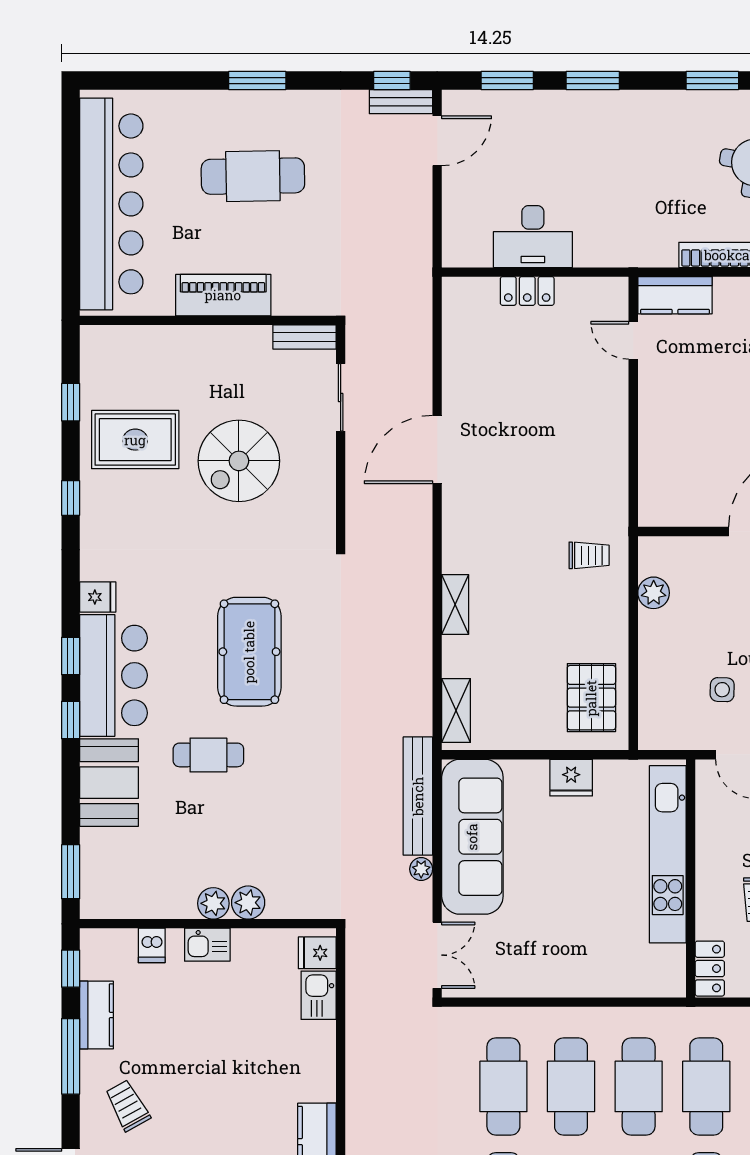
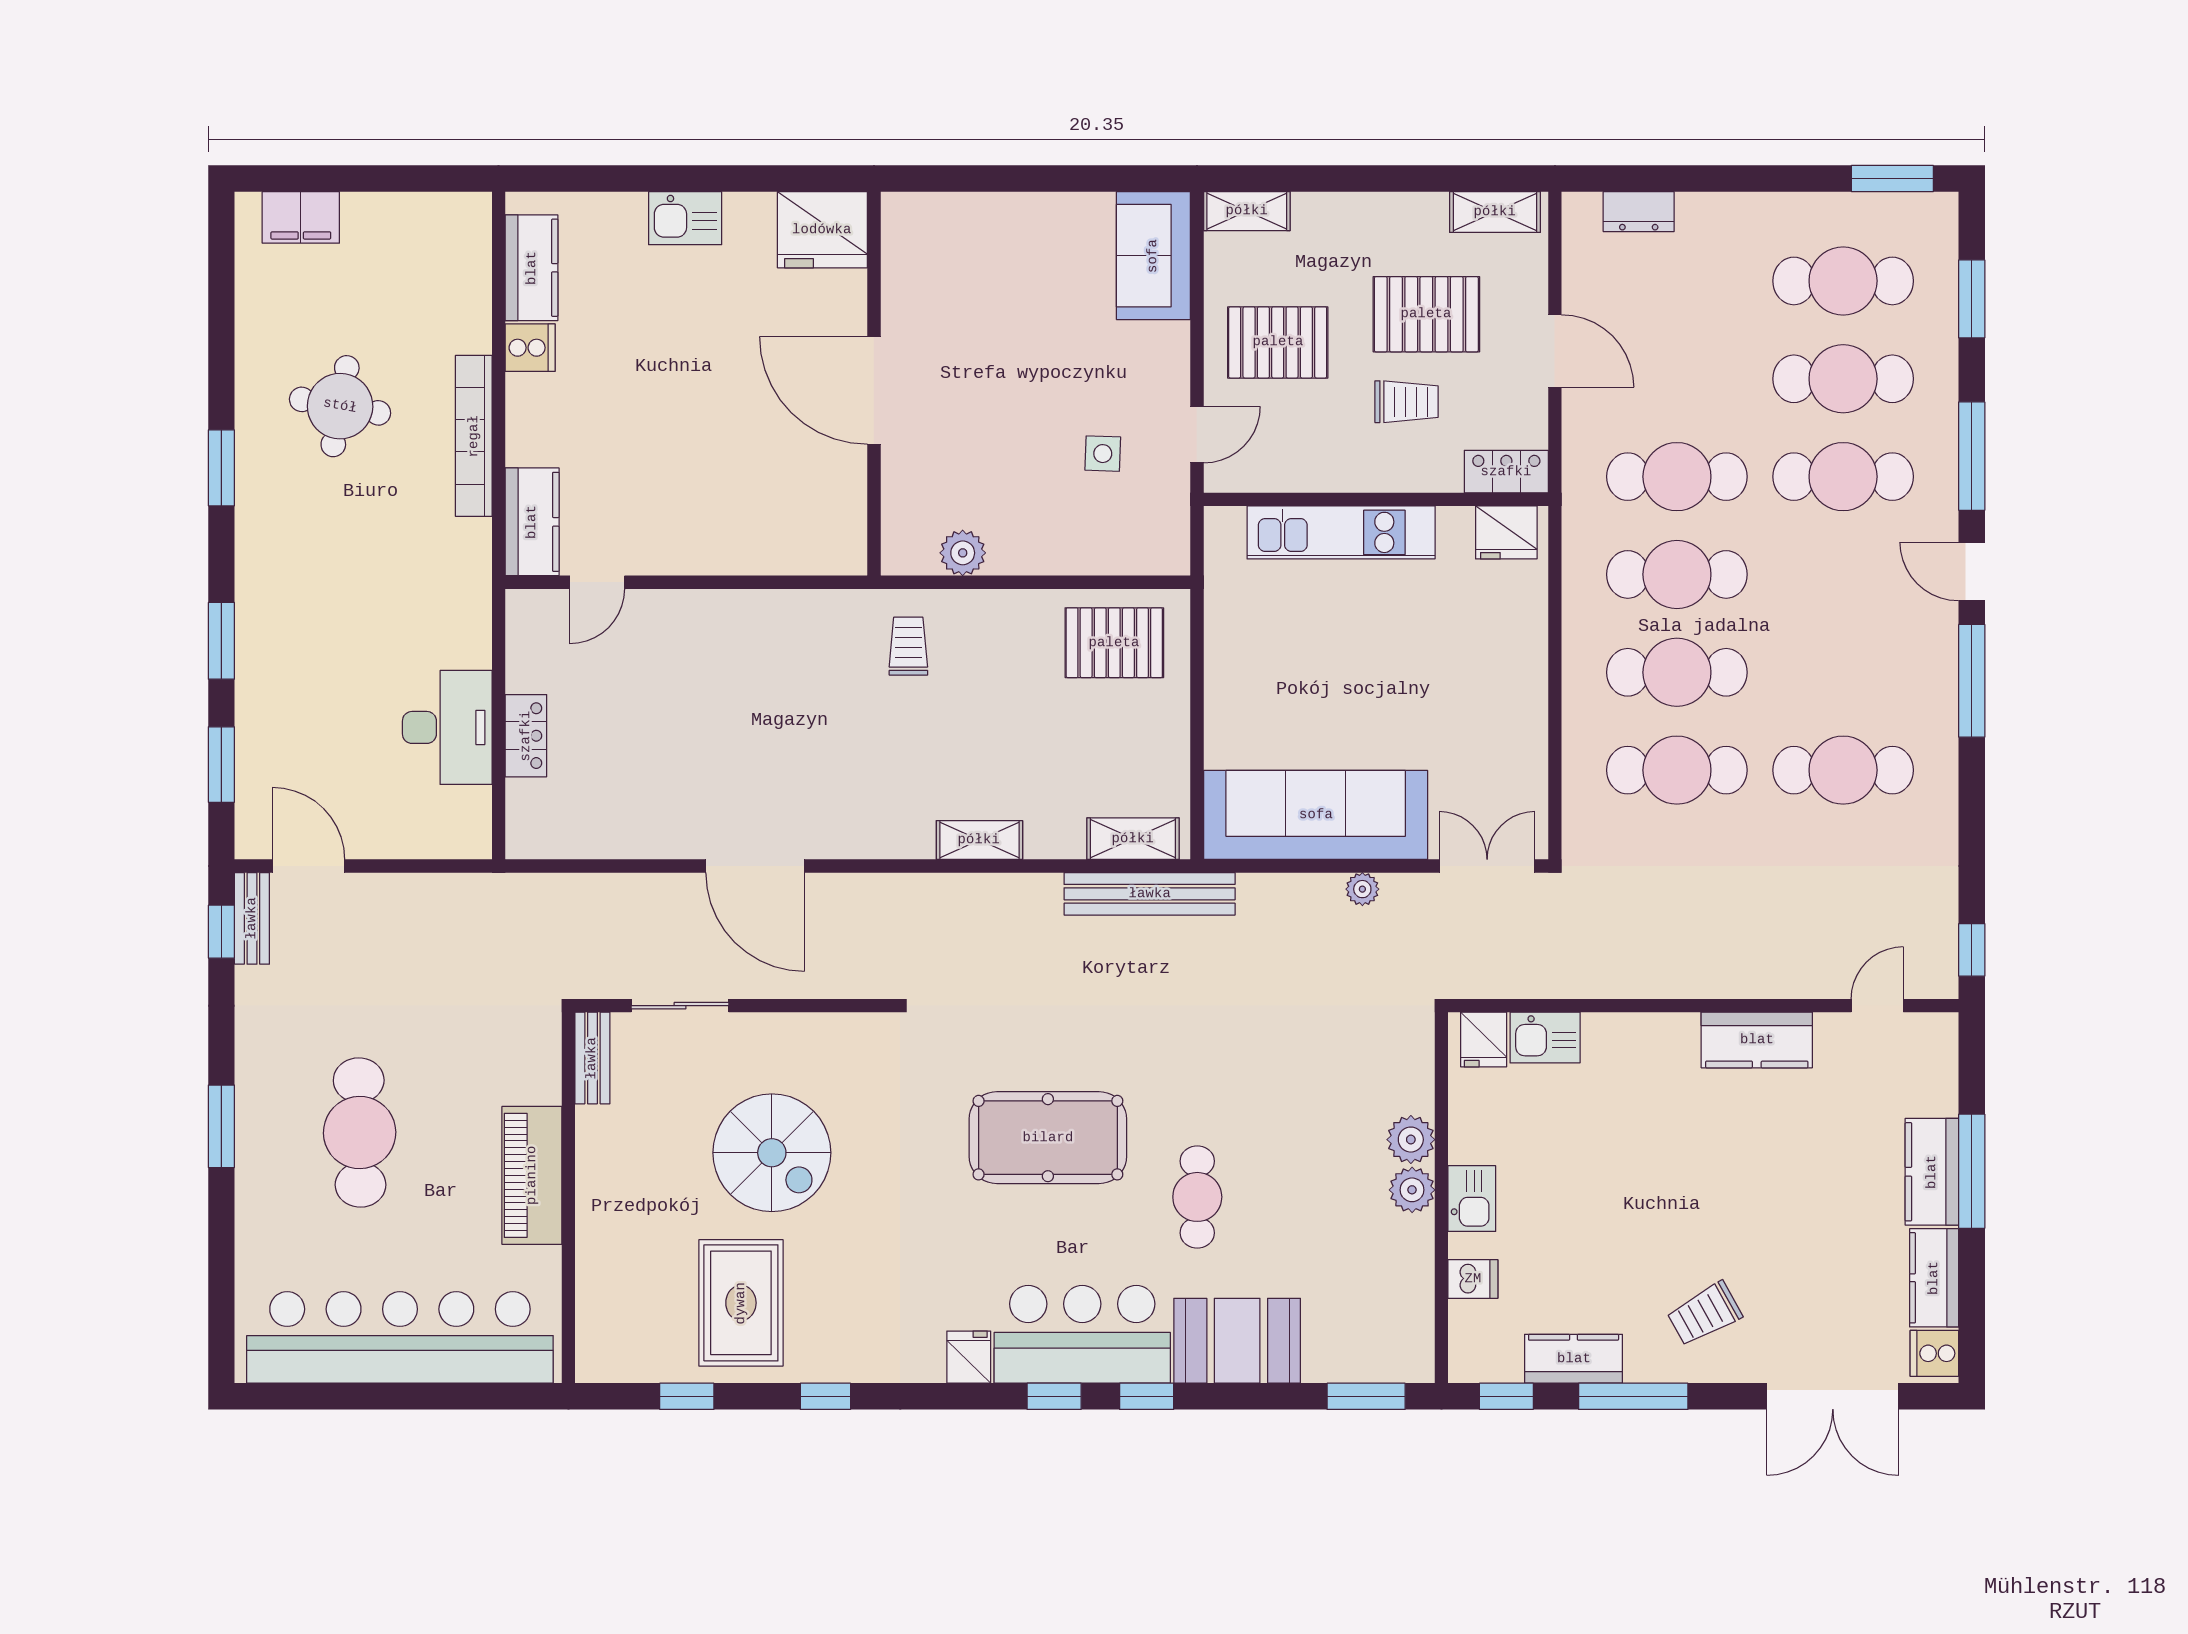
fridge: (571, 778) -> (1506, 532), moved, turned 90
bench: (418, 796) -> (1150, 894), moved
kitchen unit: (668, 854) -> (1341, 532), width x0.73

